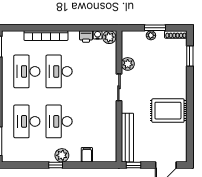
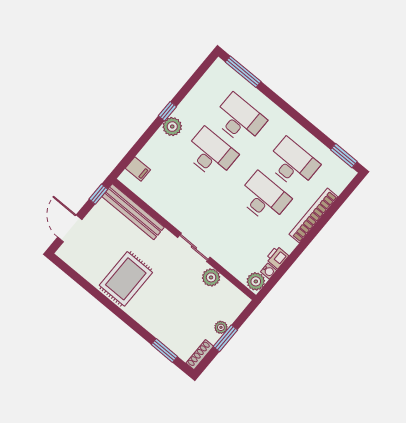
filing cabinet: (87, 155) -> (138, 169), moved

